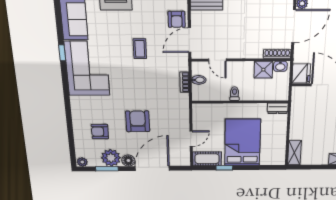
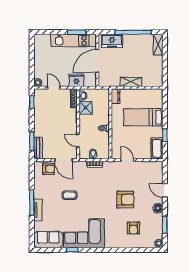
door: (294, 26) -> (54, 88), width x0.53
door: (217, 60) -> (78, 141), swing flipped
fridge: (301, 73) -> (76, 80), moved
armchair: (138, 121) -> (125, 200), turned 180
door: (191, 139) -> (127, 160), moved
bed: (242, 142) -> (143, 117), width x0.67
shelving: (294, 153) -> (131, 82), moved
plant: (111, 158) -> (155, 221), removed
door: (152, 168) -> (165, 190), width x0.53

